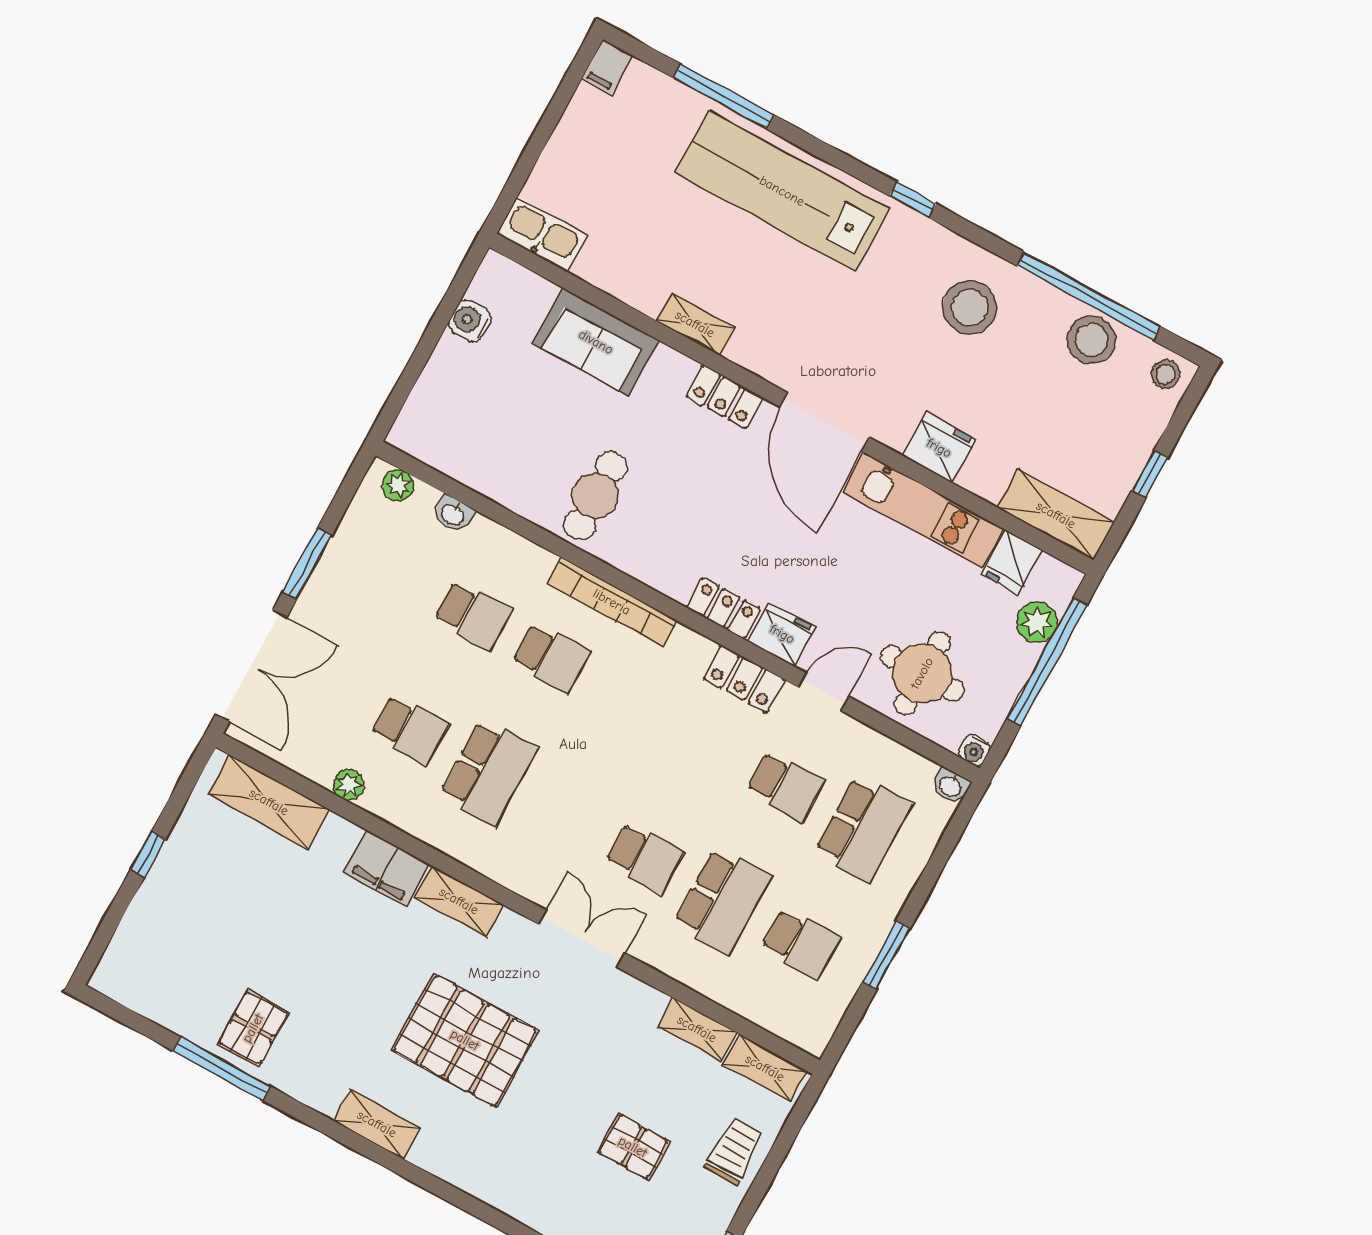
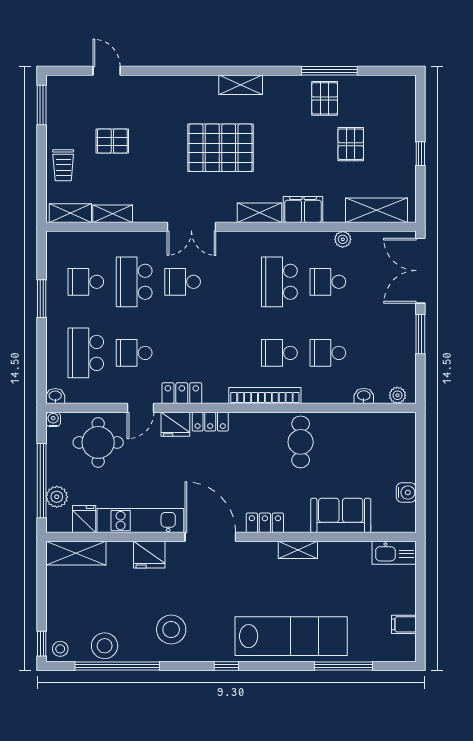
filing cabinet: (607, 67) -> (404, 624), moved, turned -90
window: (1150, 474) -> (42, 644), moved
pallet: (252, 931) -> (351, 144), added

